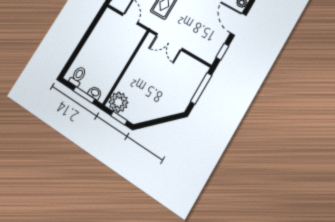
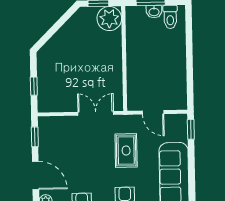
window: (201, 88) -> (34, 86), width x0.46
washbasin: (95, 93) -> (154, 12), moved

